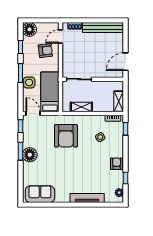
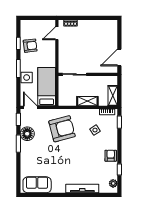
bench: (103, 28) -> (98, 25), removed
floor lamp: (29, 29) -> (27, 26), removed
armchair: (45, 51) -> (30, 46), moved
shelving: (81, 107) -> (87, 101), moved
armchair: (66, 136) -> (62, 129), turned -105
floor lamp: (30, 155) -> (27, 134), moved

